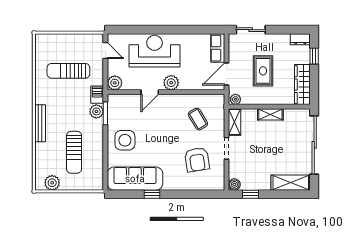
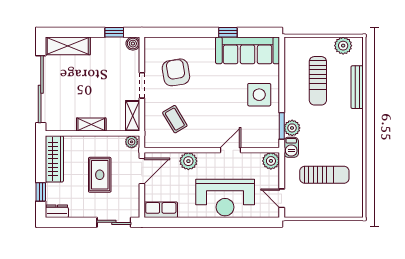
row of seats: (218, 48) -> (161, 210), moved, turned -90
plant: (171, 83) -> (188, 161), moved
bench: (40, 123) -> (357, 87), moved
sun lounger: (74, 152) -> (318, 81), turned 180

